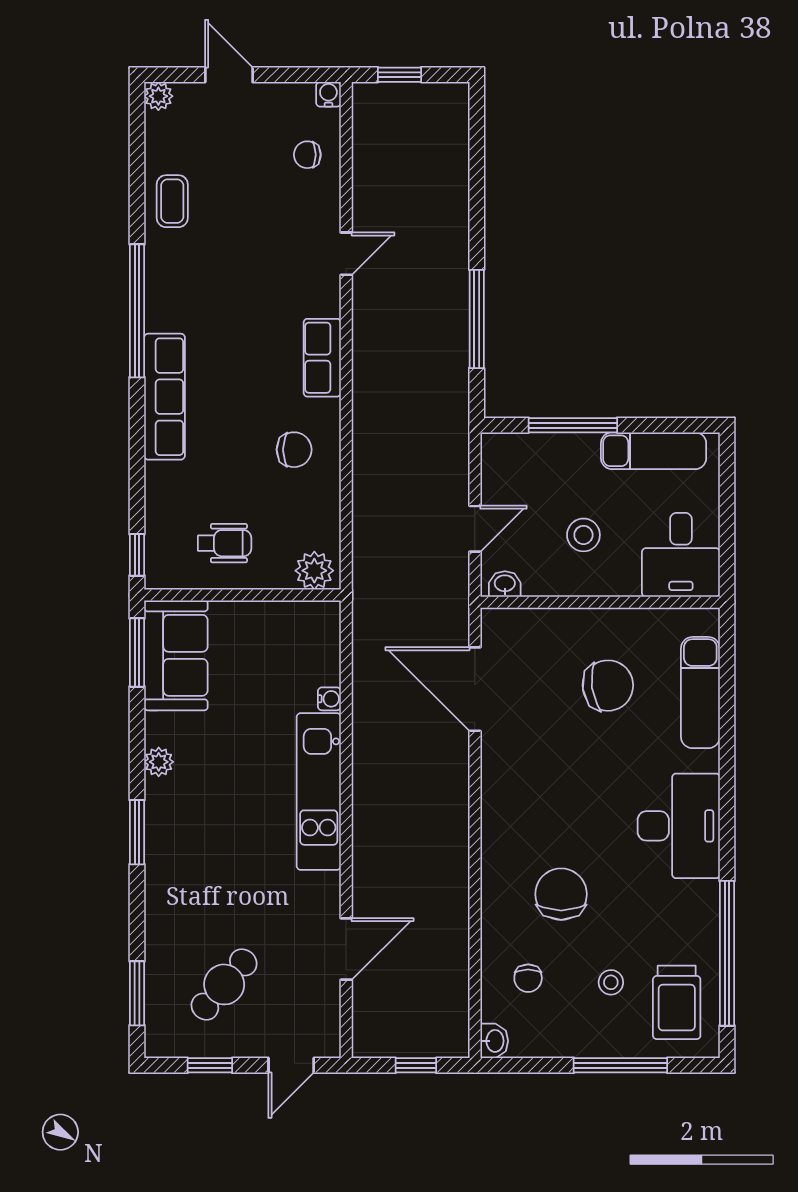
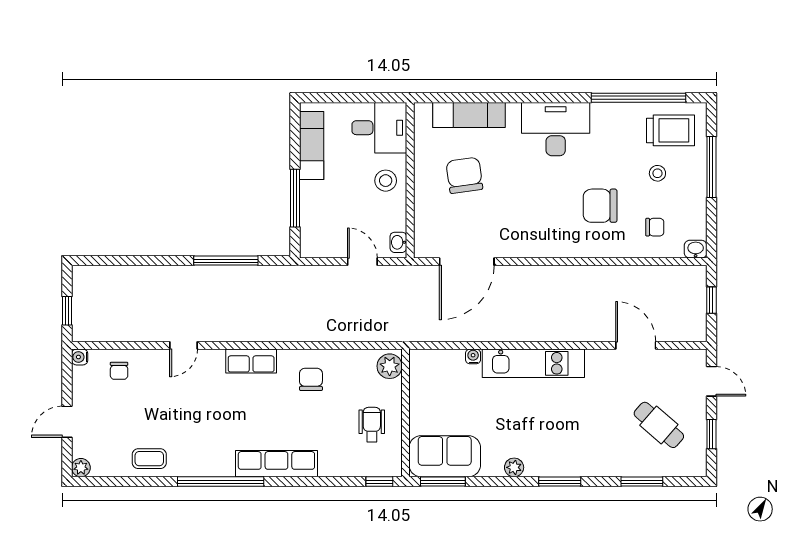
door: (346, 254) -> (183, 345), swing flipped
stool: (583, 535) -> (386, 181), moved
window: (137, 993) -> (642, 482), moved

